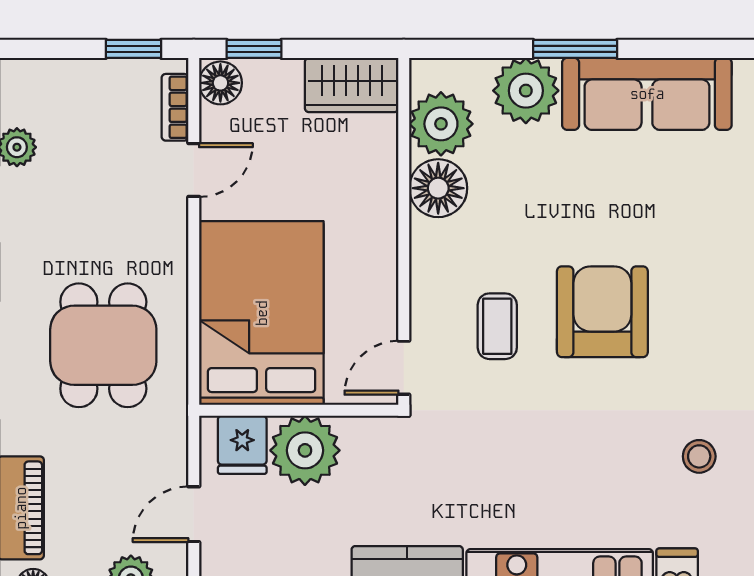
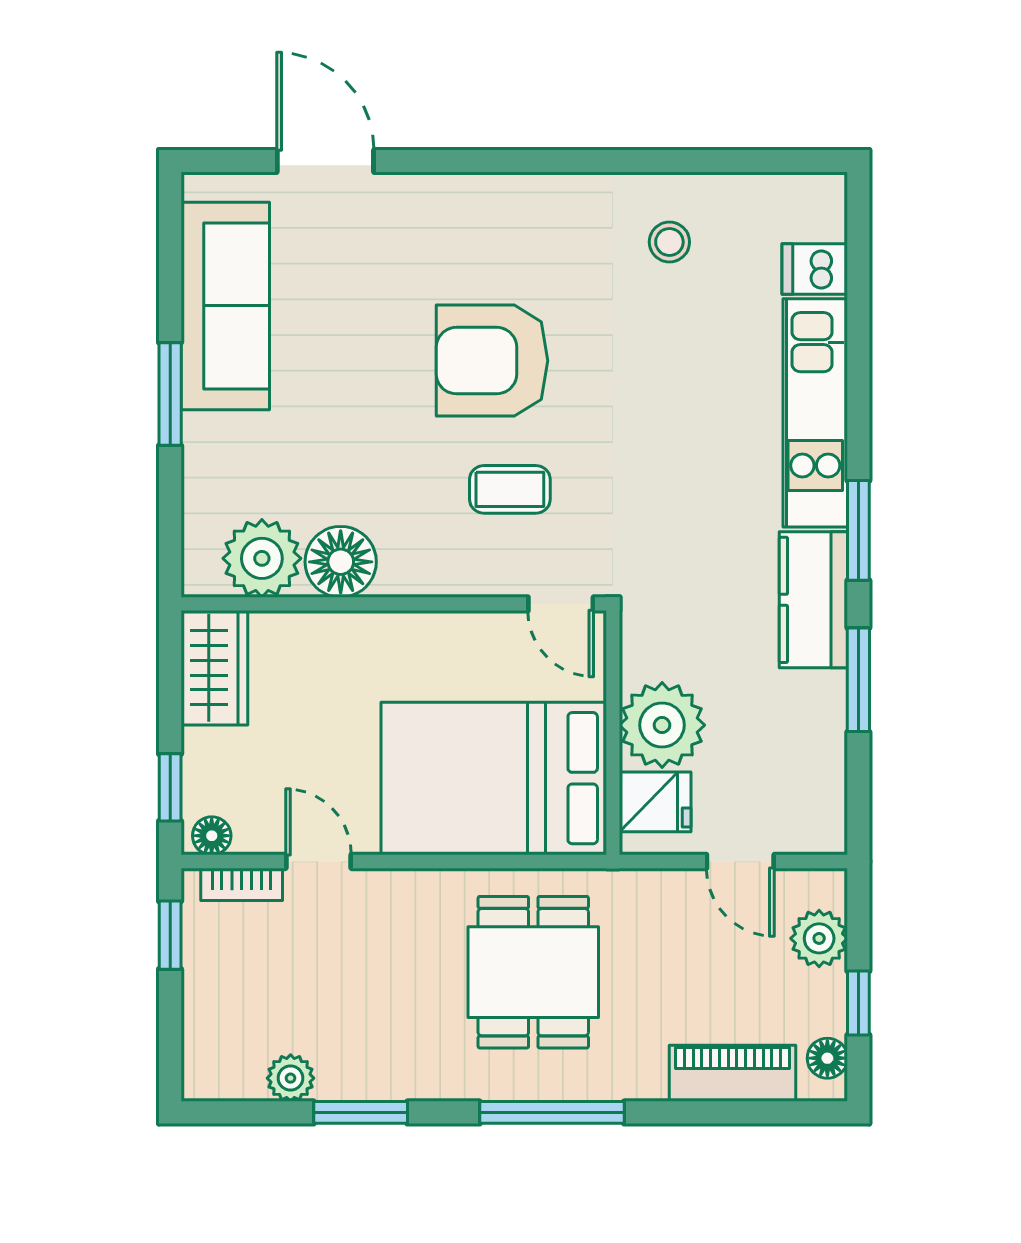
floor lamp: (220, 83) -> (212, 836), width x0.73, depth x0.73
plant: (526, 91) -> (221, 454), removed
dining table: (103, 345) -> (533, 972), turned 90

